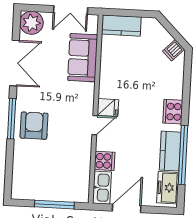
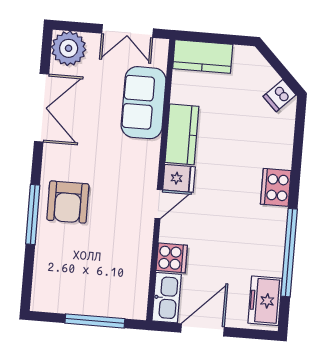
window: (12, 119) -> (33, 214), moved
armchair: (34, 126) -> (68, 202), turned 180
kitchen counter: (170, 151) -> (182, 134), moved, turned 180

